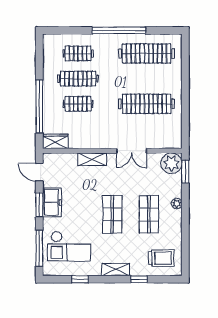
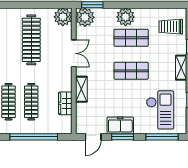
clothes rail: (78, 104) -> (31, 102), width x1.36
plant: (172, 139) -> (63, 17), added
wardrobe: (55, 141) -> (65, 103), moved
plant: (177, 203) -> (126, 17), width x1.88, depth x1.88
trolley: (161, 258) -> (171, 27), turned -90

